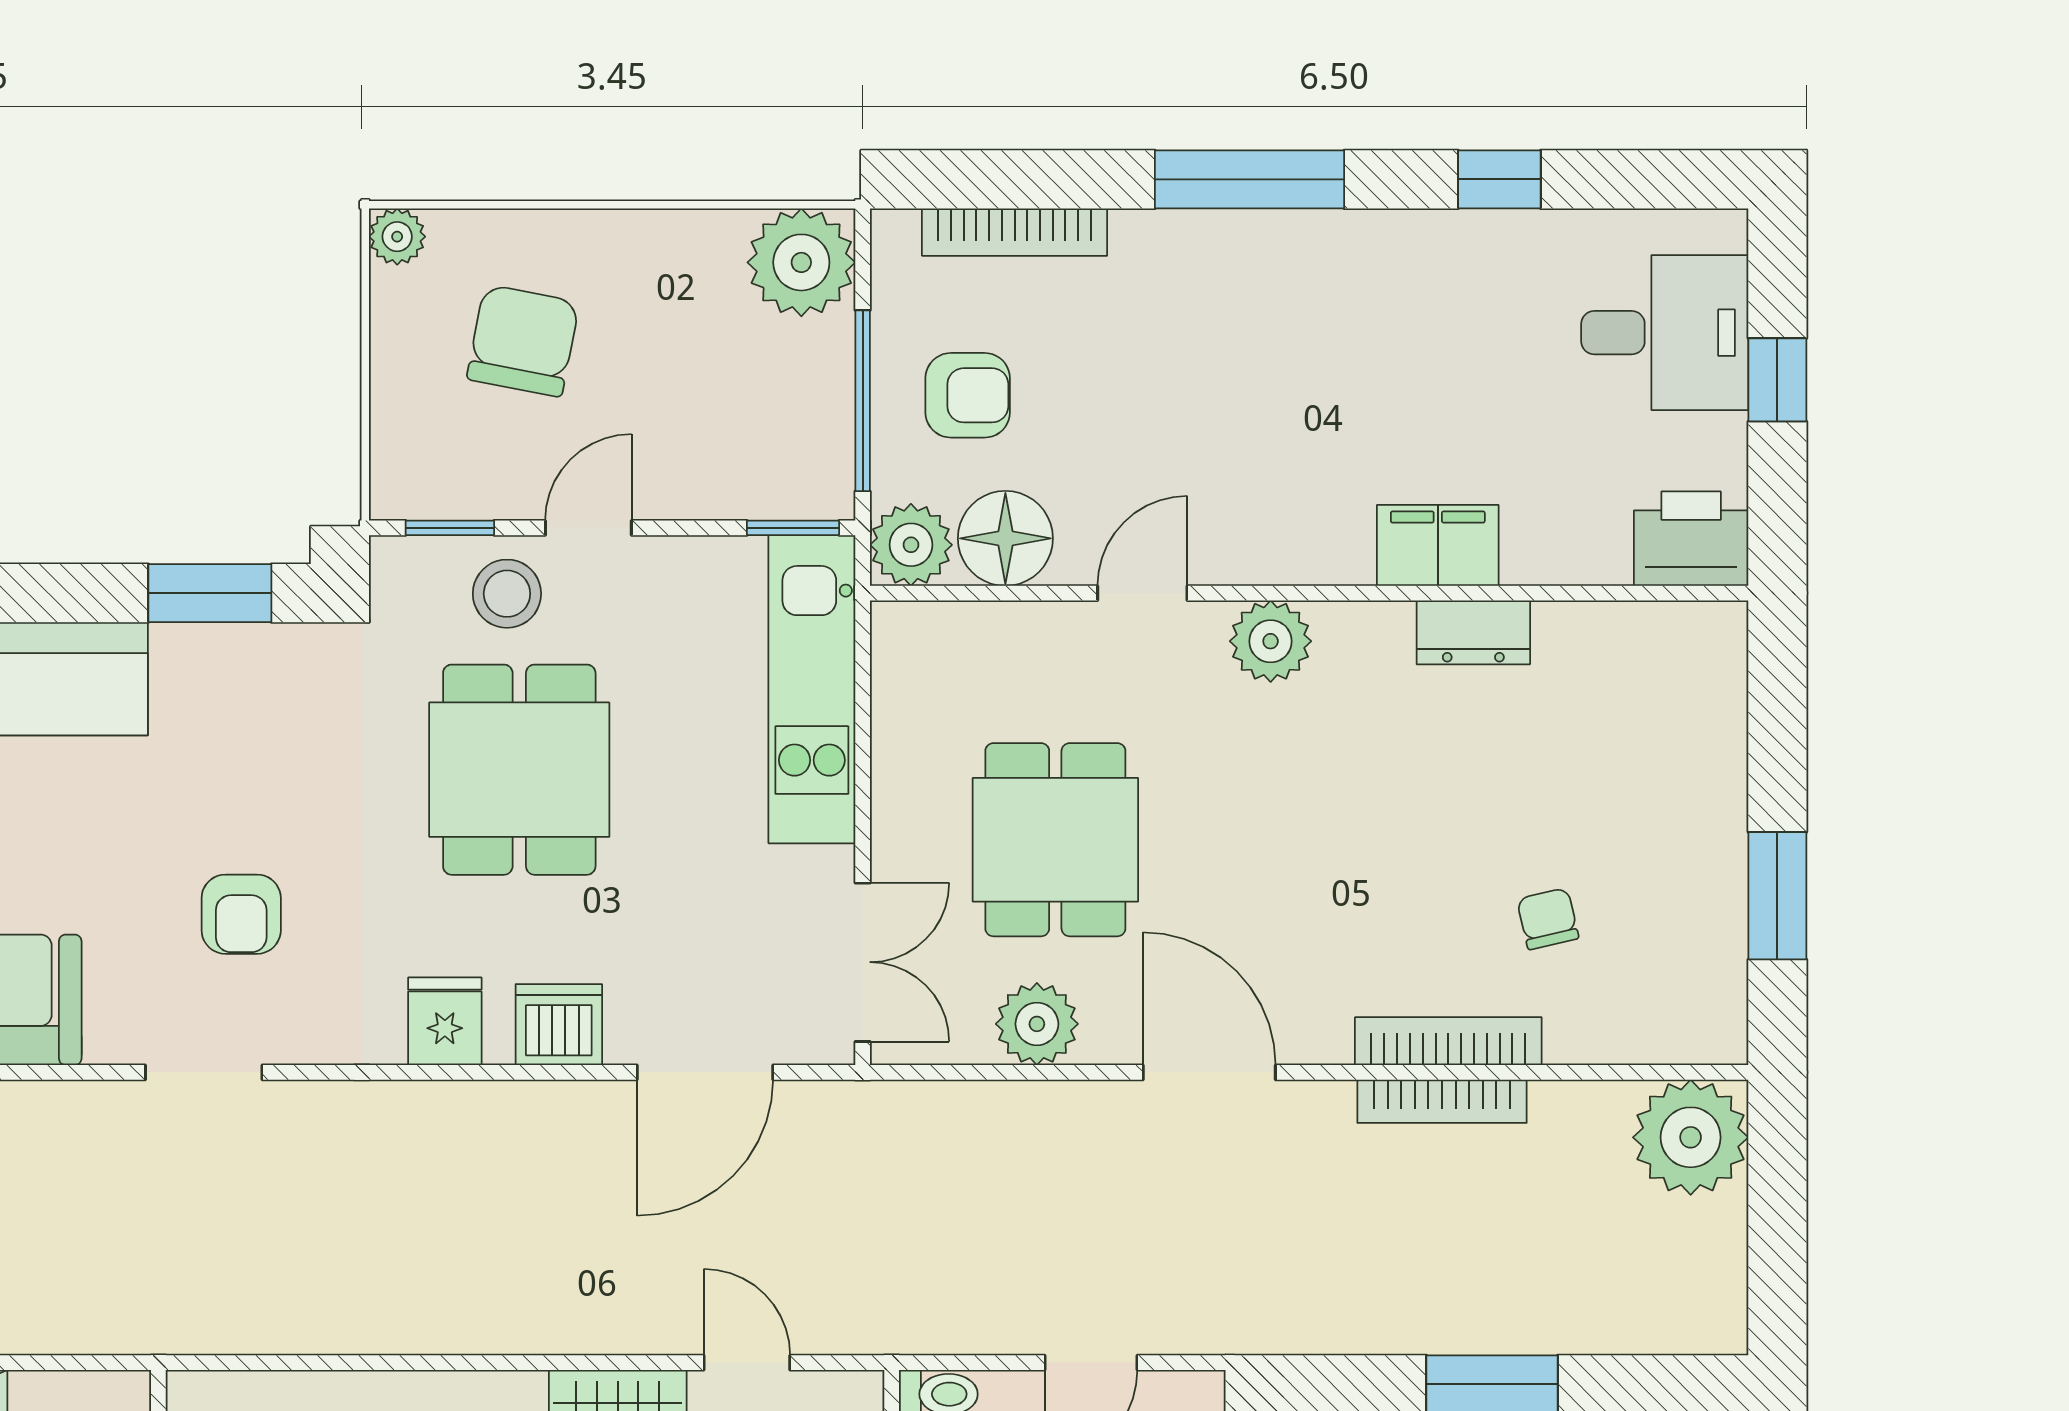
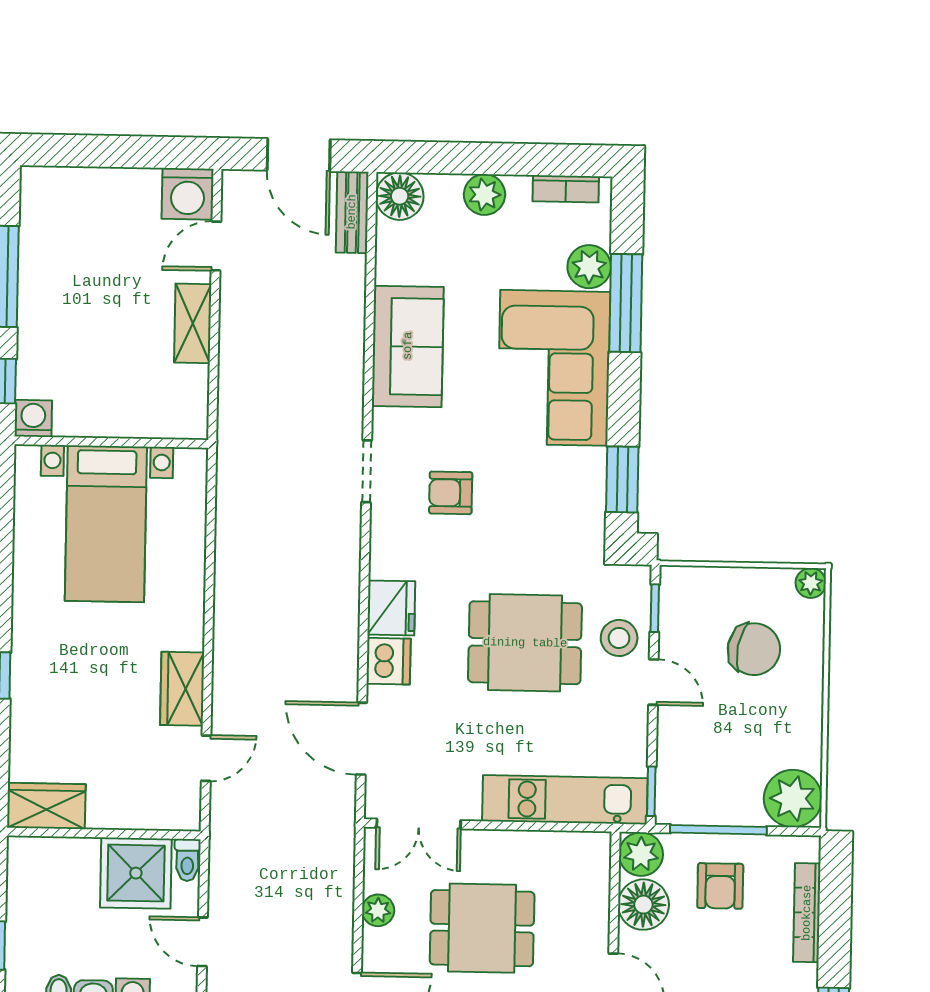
fridge: (445, 1021) -> (391, 608), width x1.38
plant: (1037, 1024) -> (378, 910), width x0.73, depth x0.73

